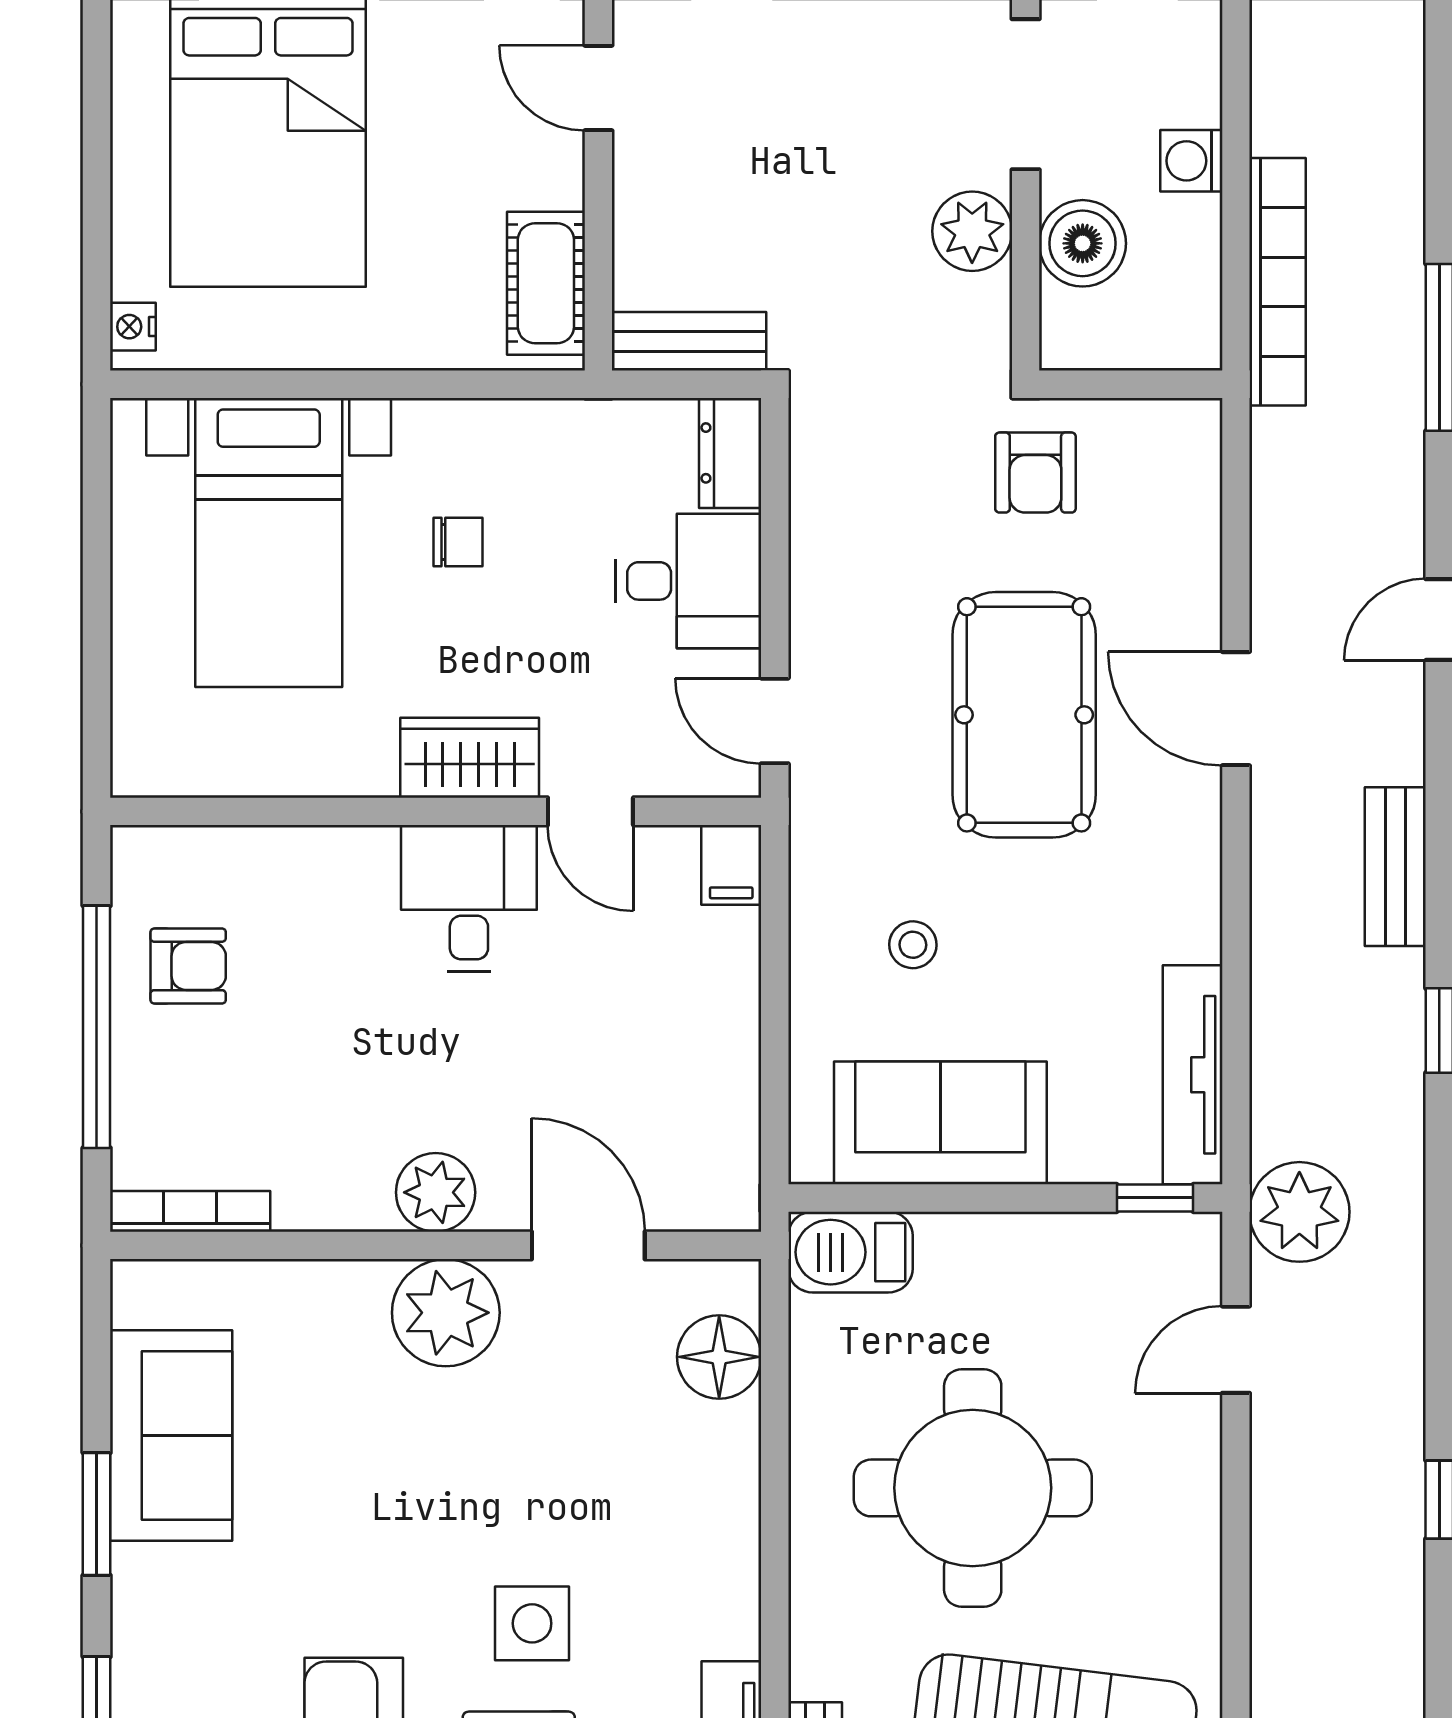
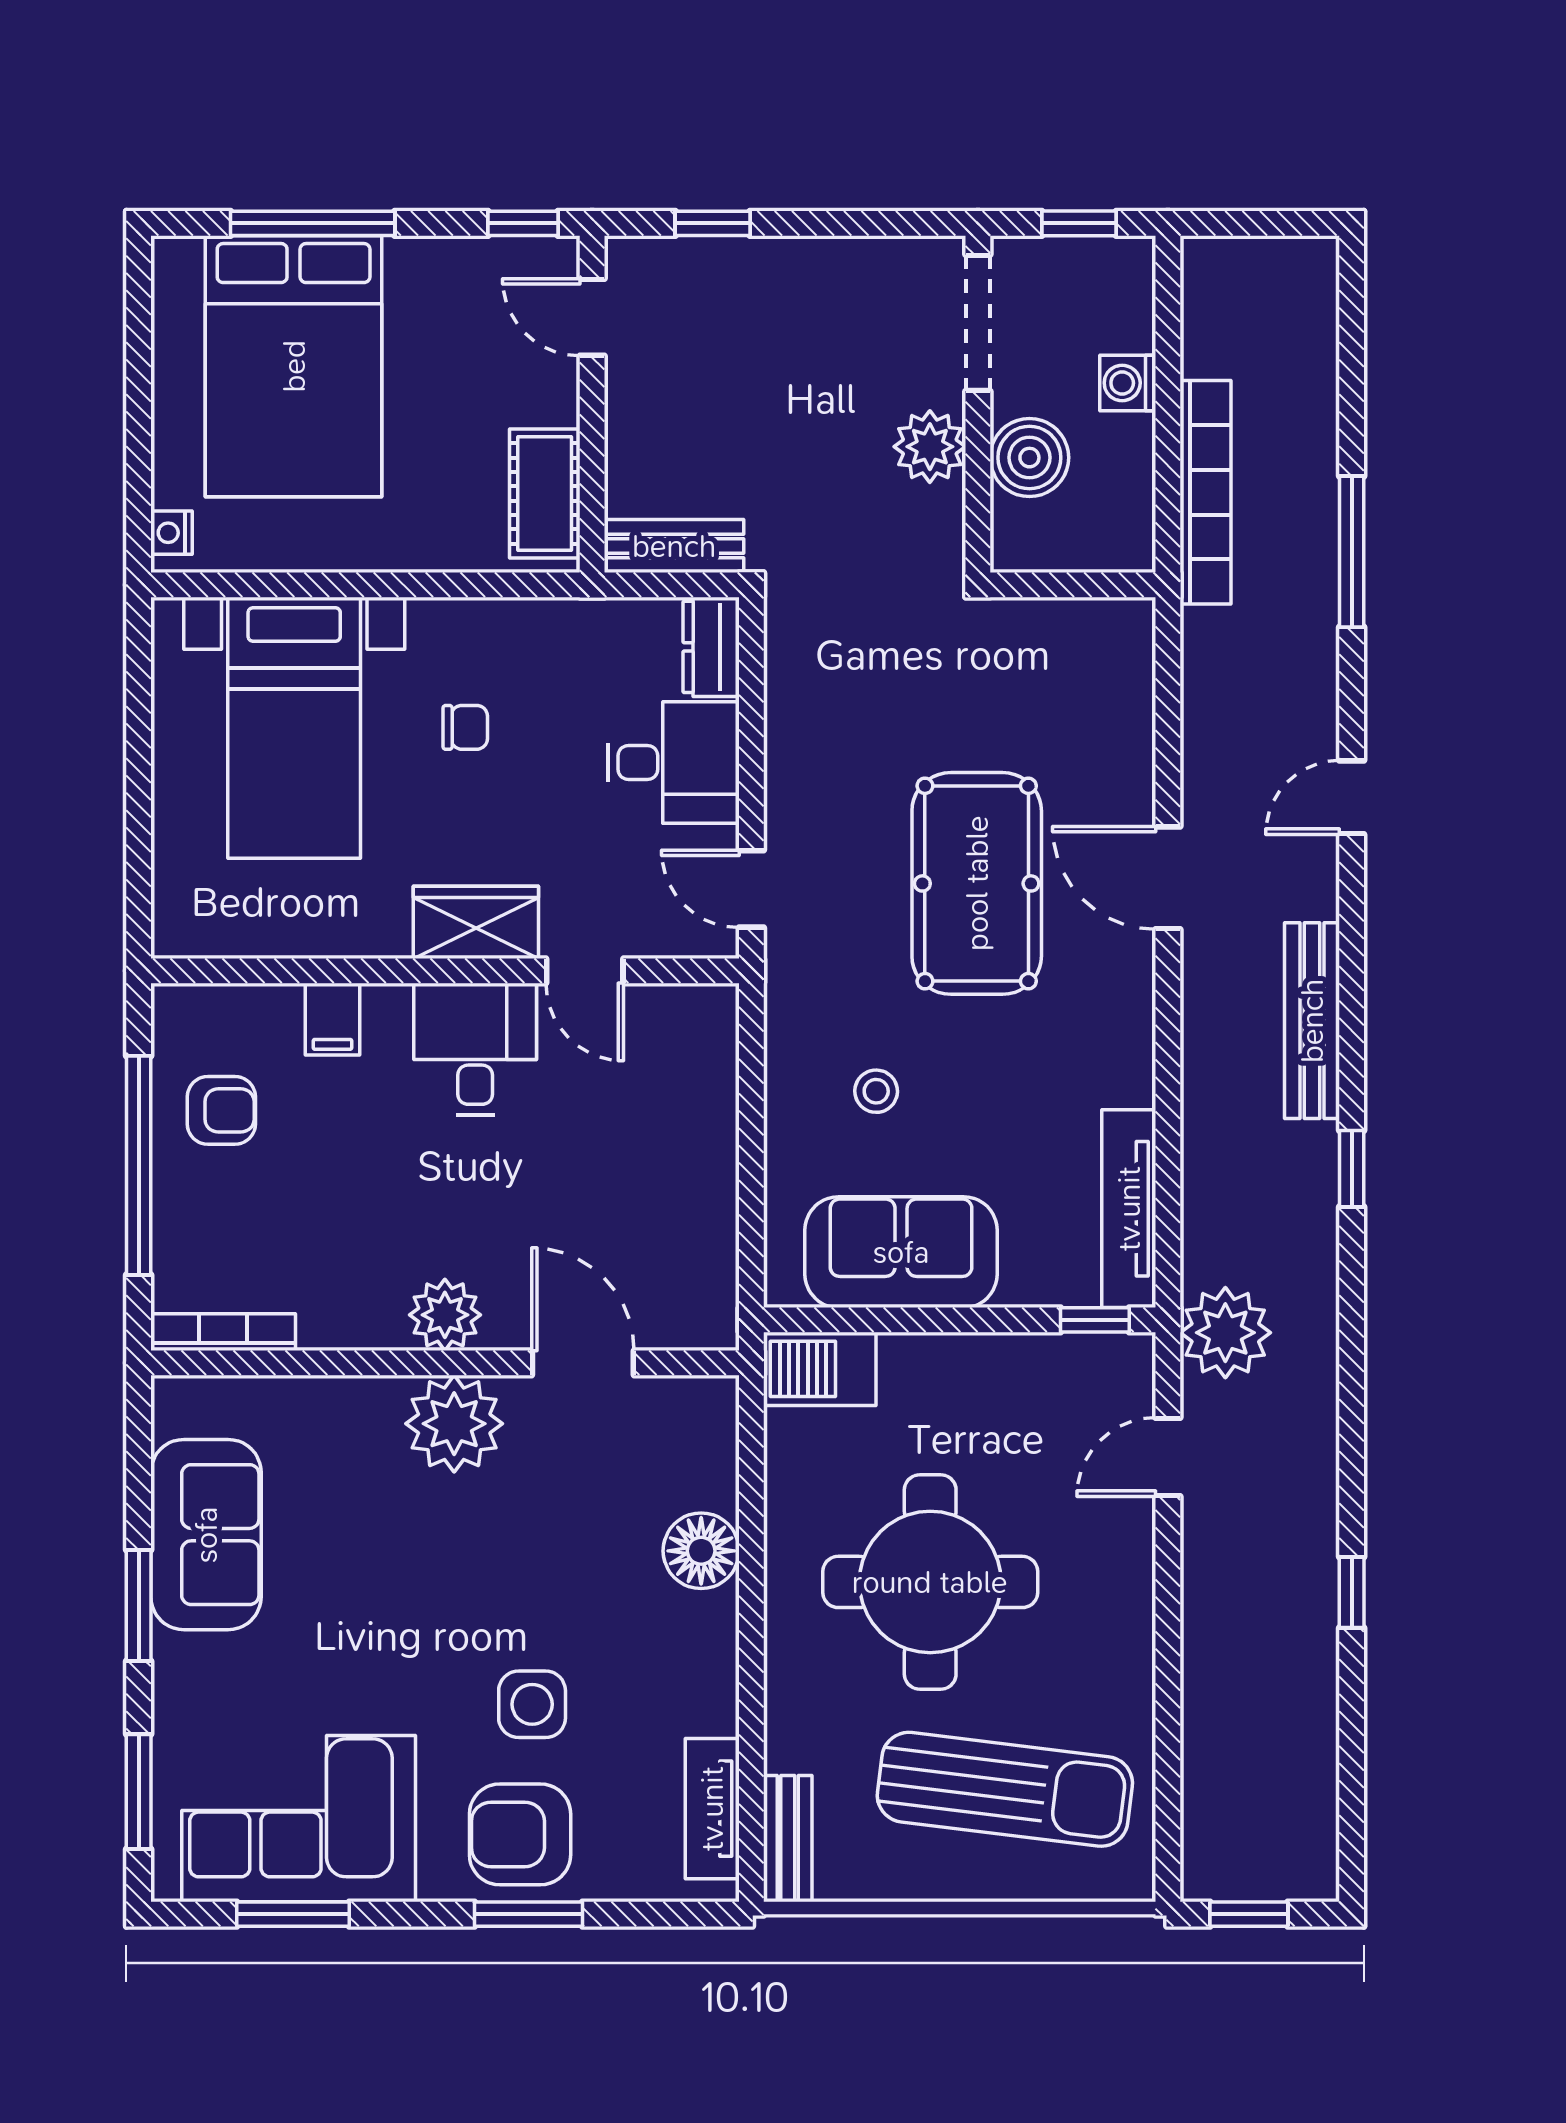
armchair: (1035, 473) -> (987, 665), removed
filing cabinet: (731, 865) -> (332, 1019), moved
bench: (1395, 867) -> (1312, 1021), width x1.36
floor lamp: (719, 1357) -> (701, 1551), moved

